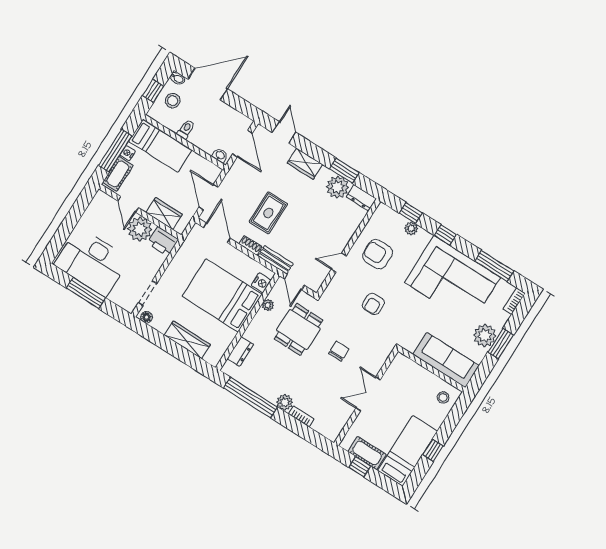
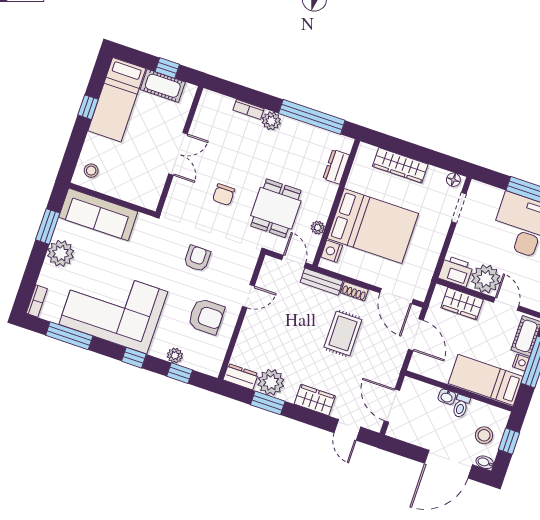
washbasin: (220, 155) -> (447, 397), moved
window: (501, 344) -> (48, 226), moved

